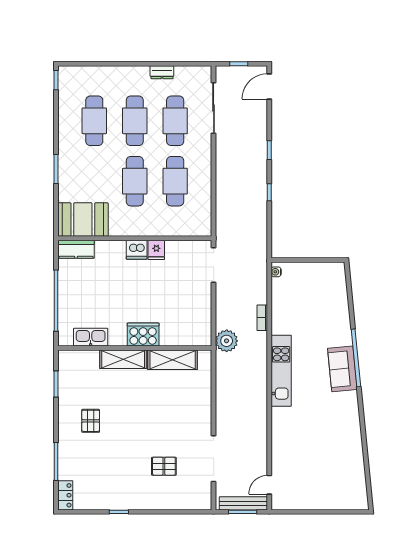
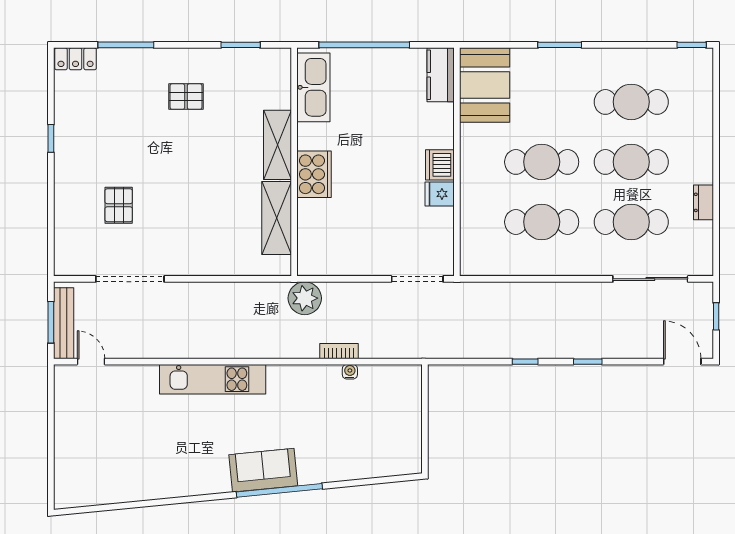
water cooler: (276, 272) -> (350, 372), moved
kitchen sink: (91, 337) -> (313, 87), width x1.36, depth x1.24
kitchen unit: (281, 371) -> (213, 379), moved

